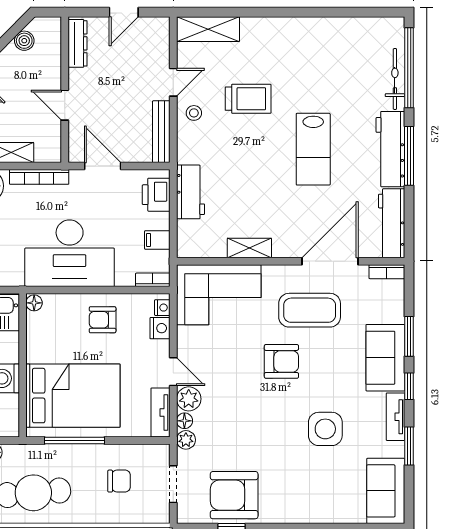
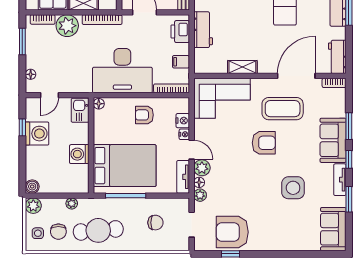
workbench: (392, 223) -> (337, 57), width x0.73
bookcase: (153, 280) -> (172, 88), width x1.56
nightstand: (162, 308) -> (184, 134), moved

